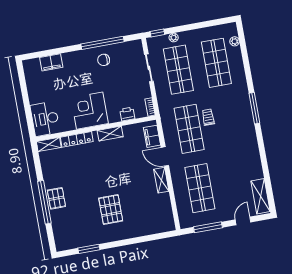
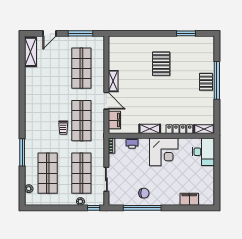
window: (254, 108) -> (22, 152), moved

